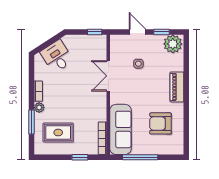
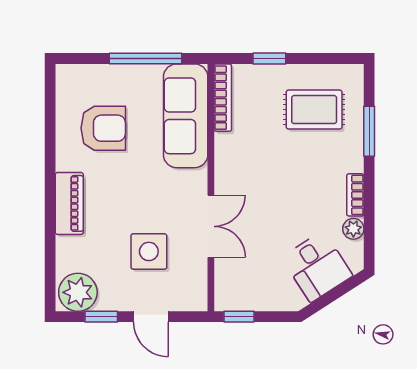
side table: (138, 64) -> (149, 251), width x1.87, depth x1.87
plant: (39, 108) -> (353, 229), moved

